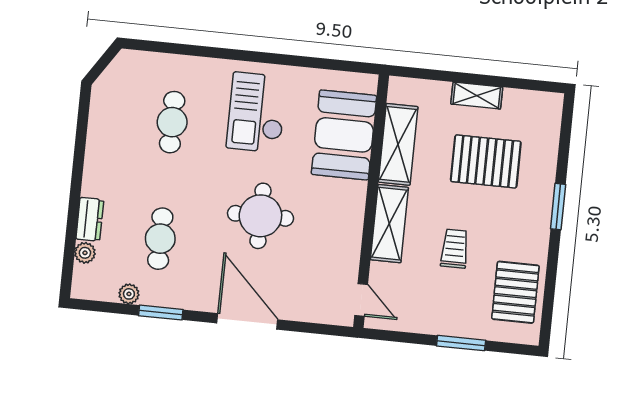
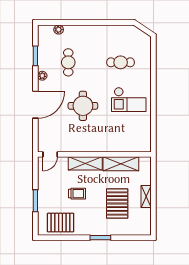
checkout: (257, 112) -> (129, 99), turned 180
booth: (344, 135) -> (123, 139), removed
dresser: (90, 219) -> (74, 30), removed
cafe table: (160, 239) -> (68, 62), turned 90
plant: (129, 294) -> (42, 76), moved
window: (161, 313) -> (35, 56), moved

